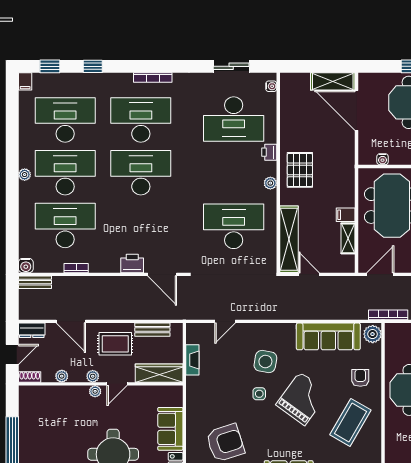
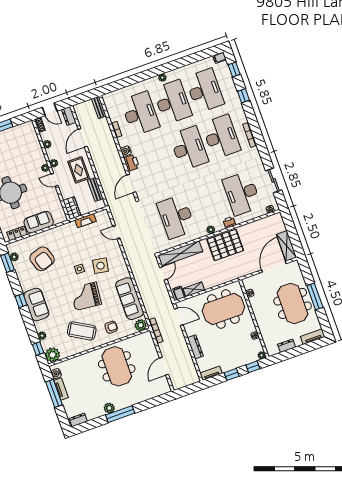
pallet: (300, 170) -> (225, 245), width x1.37, depth x1.41
filing cabinet: (346, 215) -> (179, 293), moved
desk: (234, 226) -> (176, 217), turned 180
water cooler: (26, 266) -> (126, 151), moved
wardrobe: (159, 373) -> (72, 208), width x0.67
grand piano: (302, 399) -> (86, 296), turned 150

